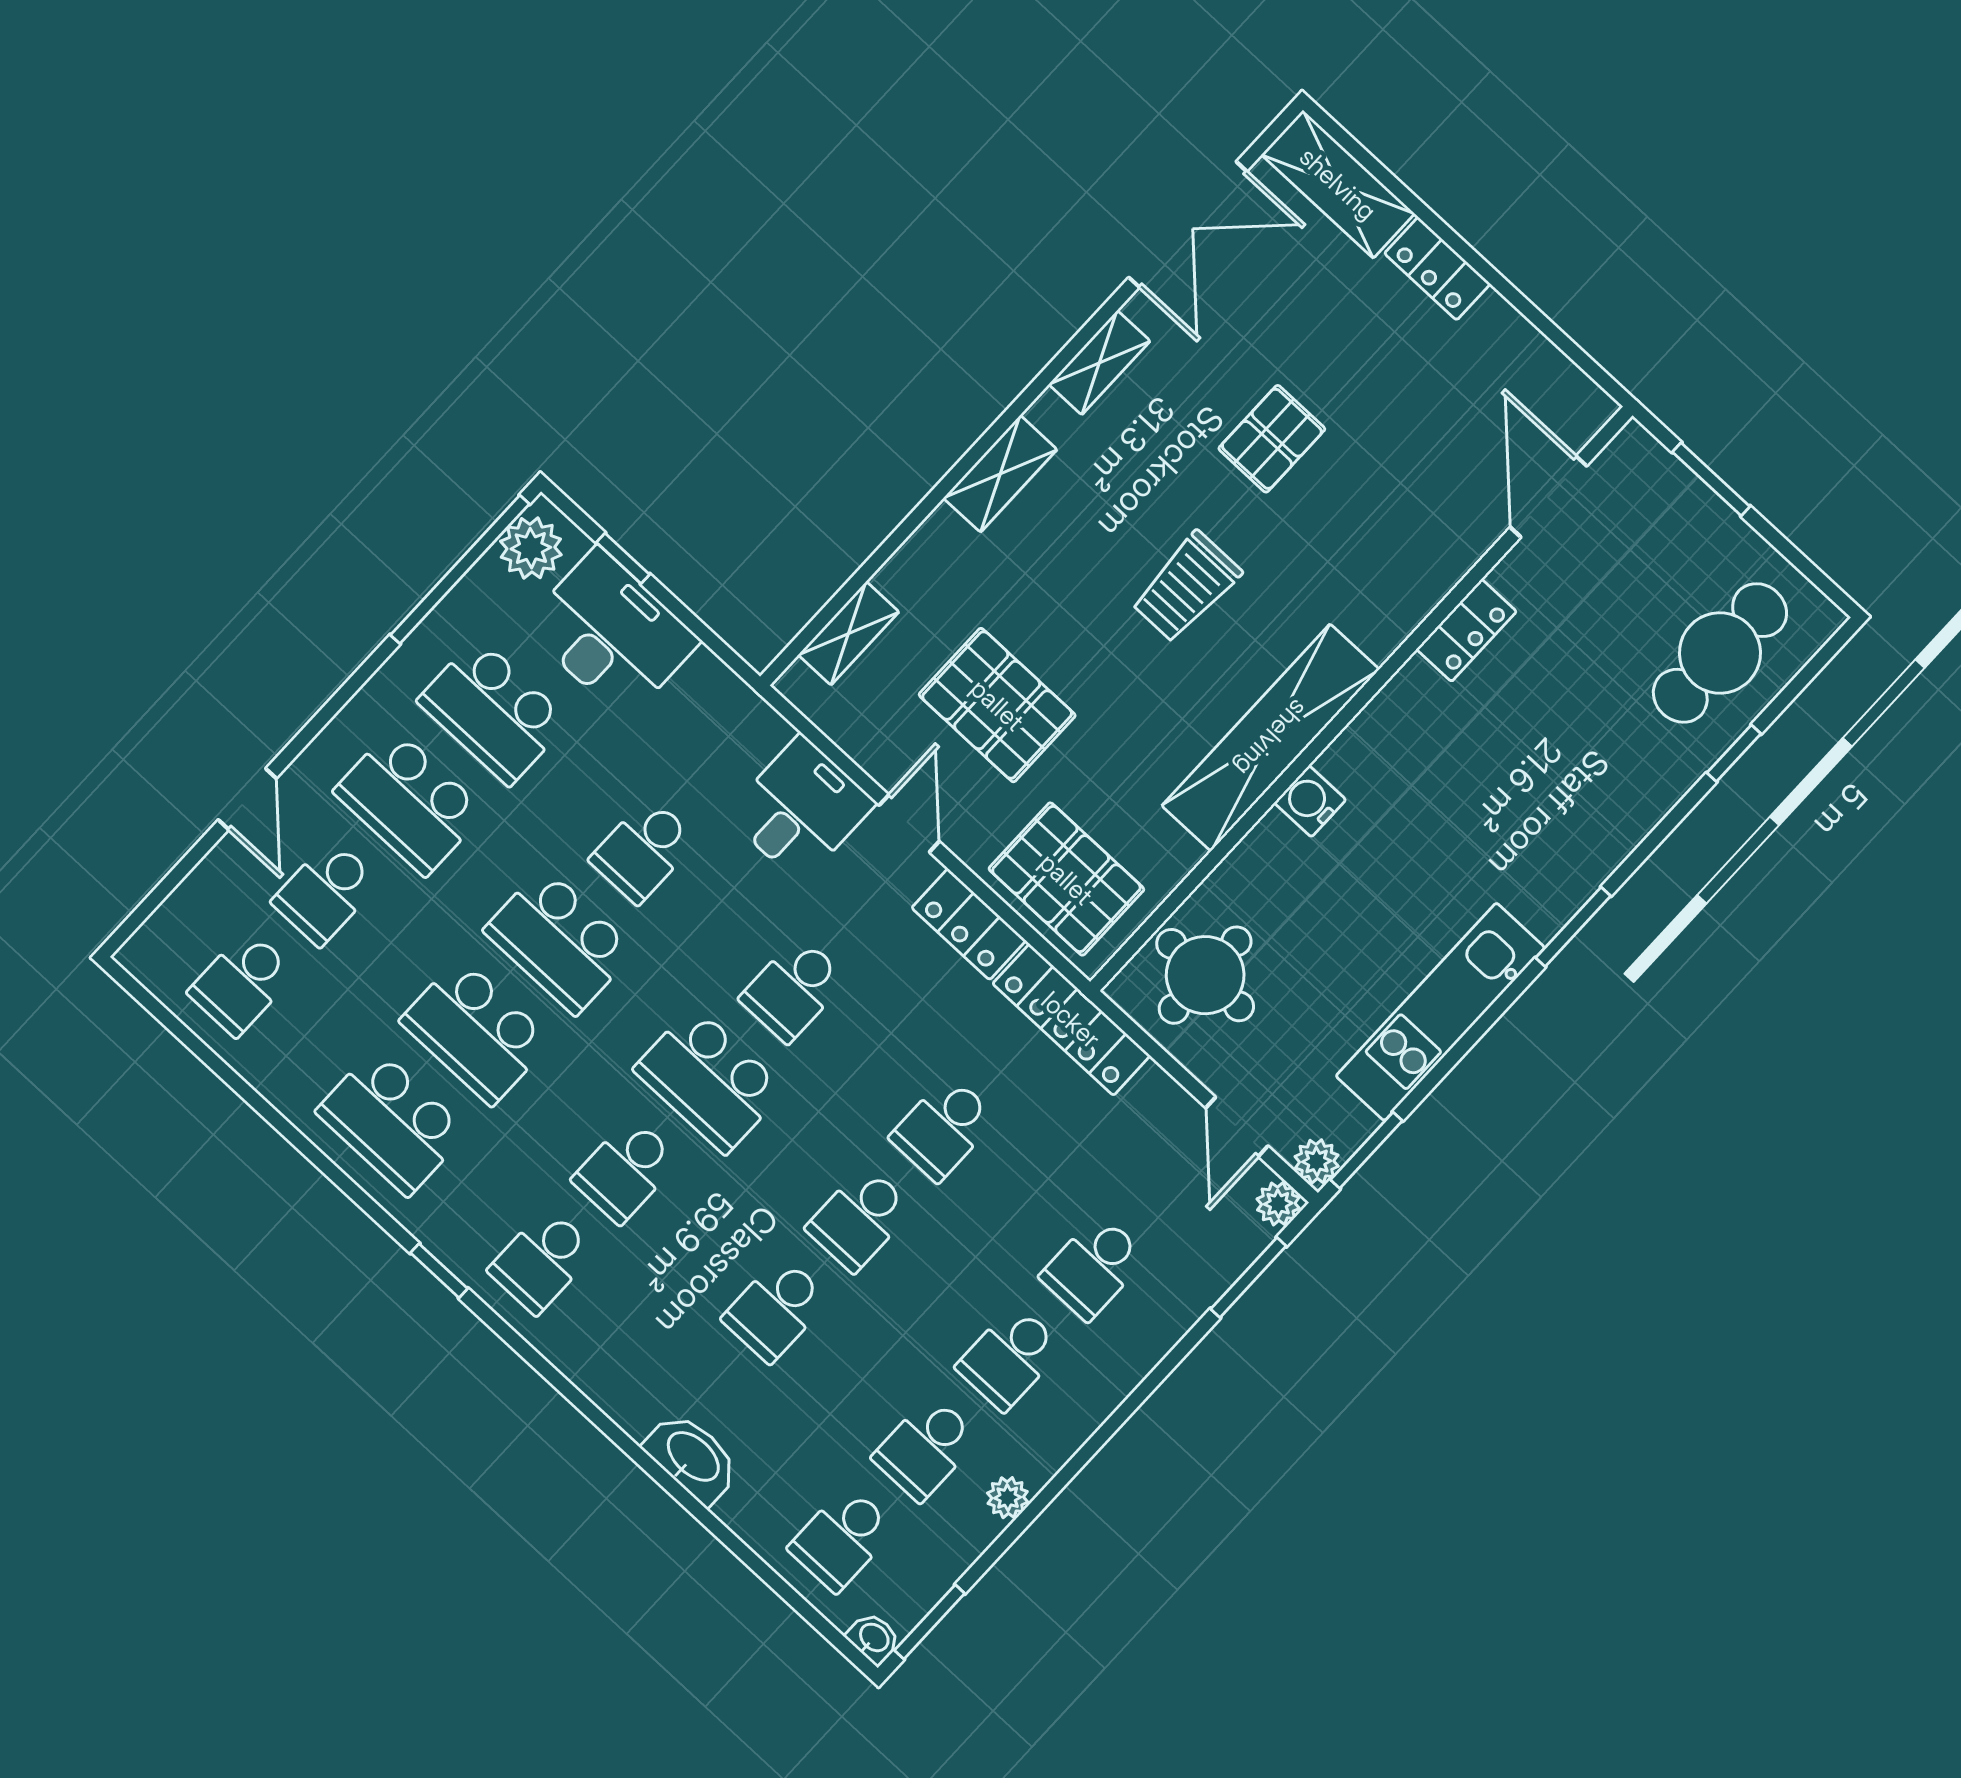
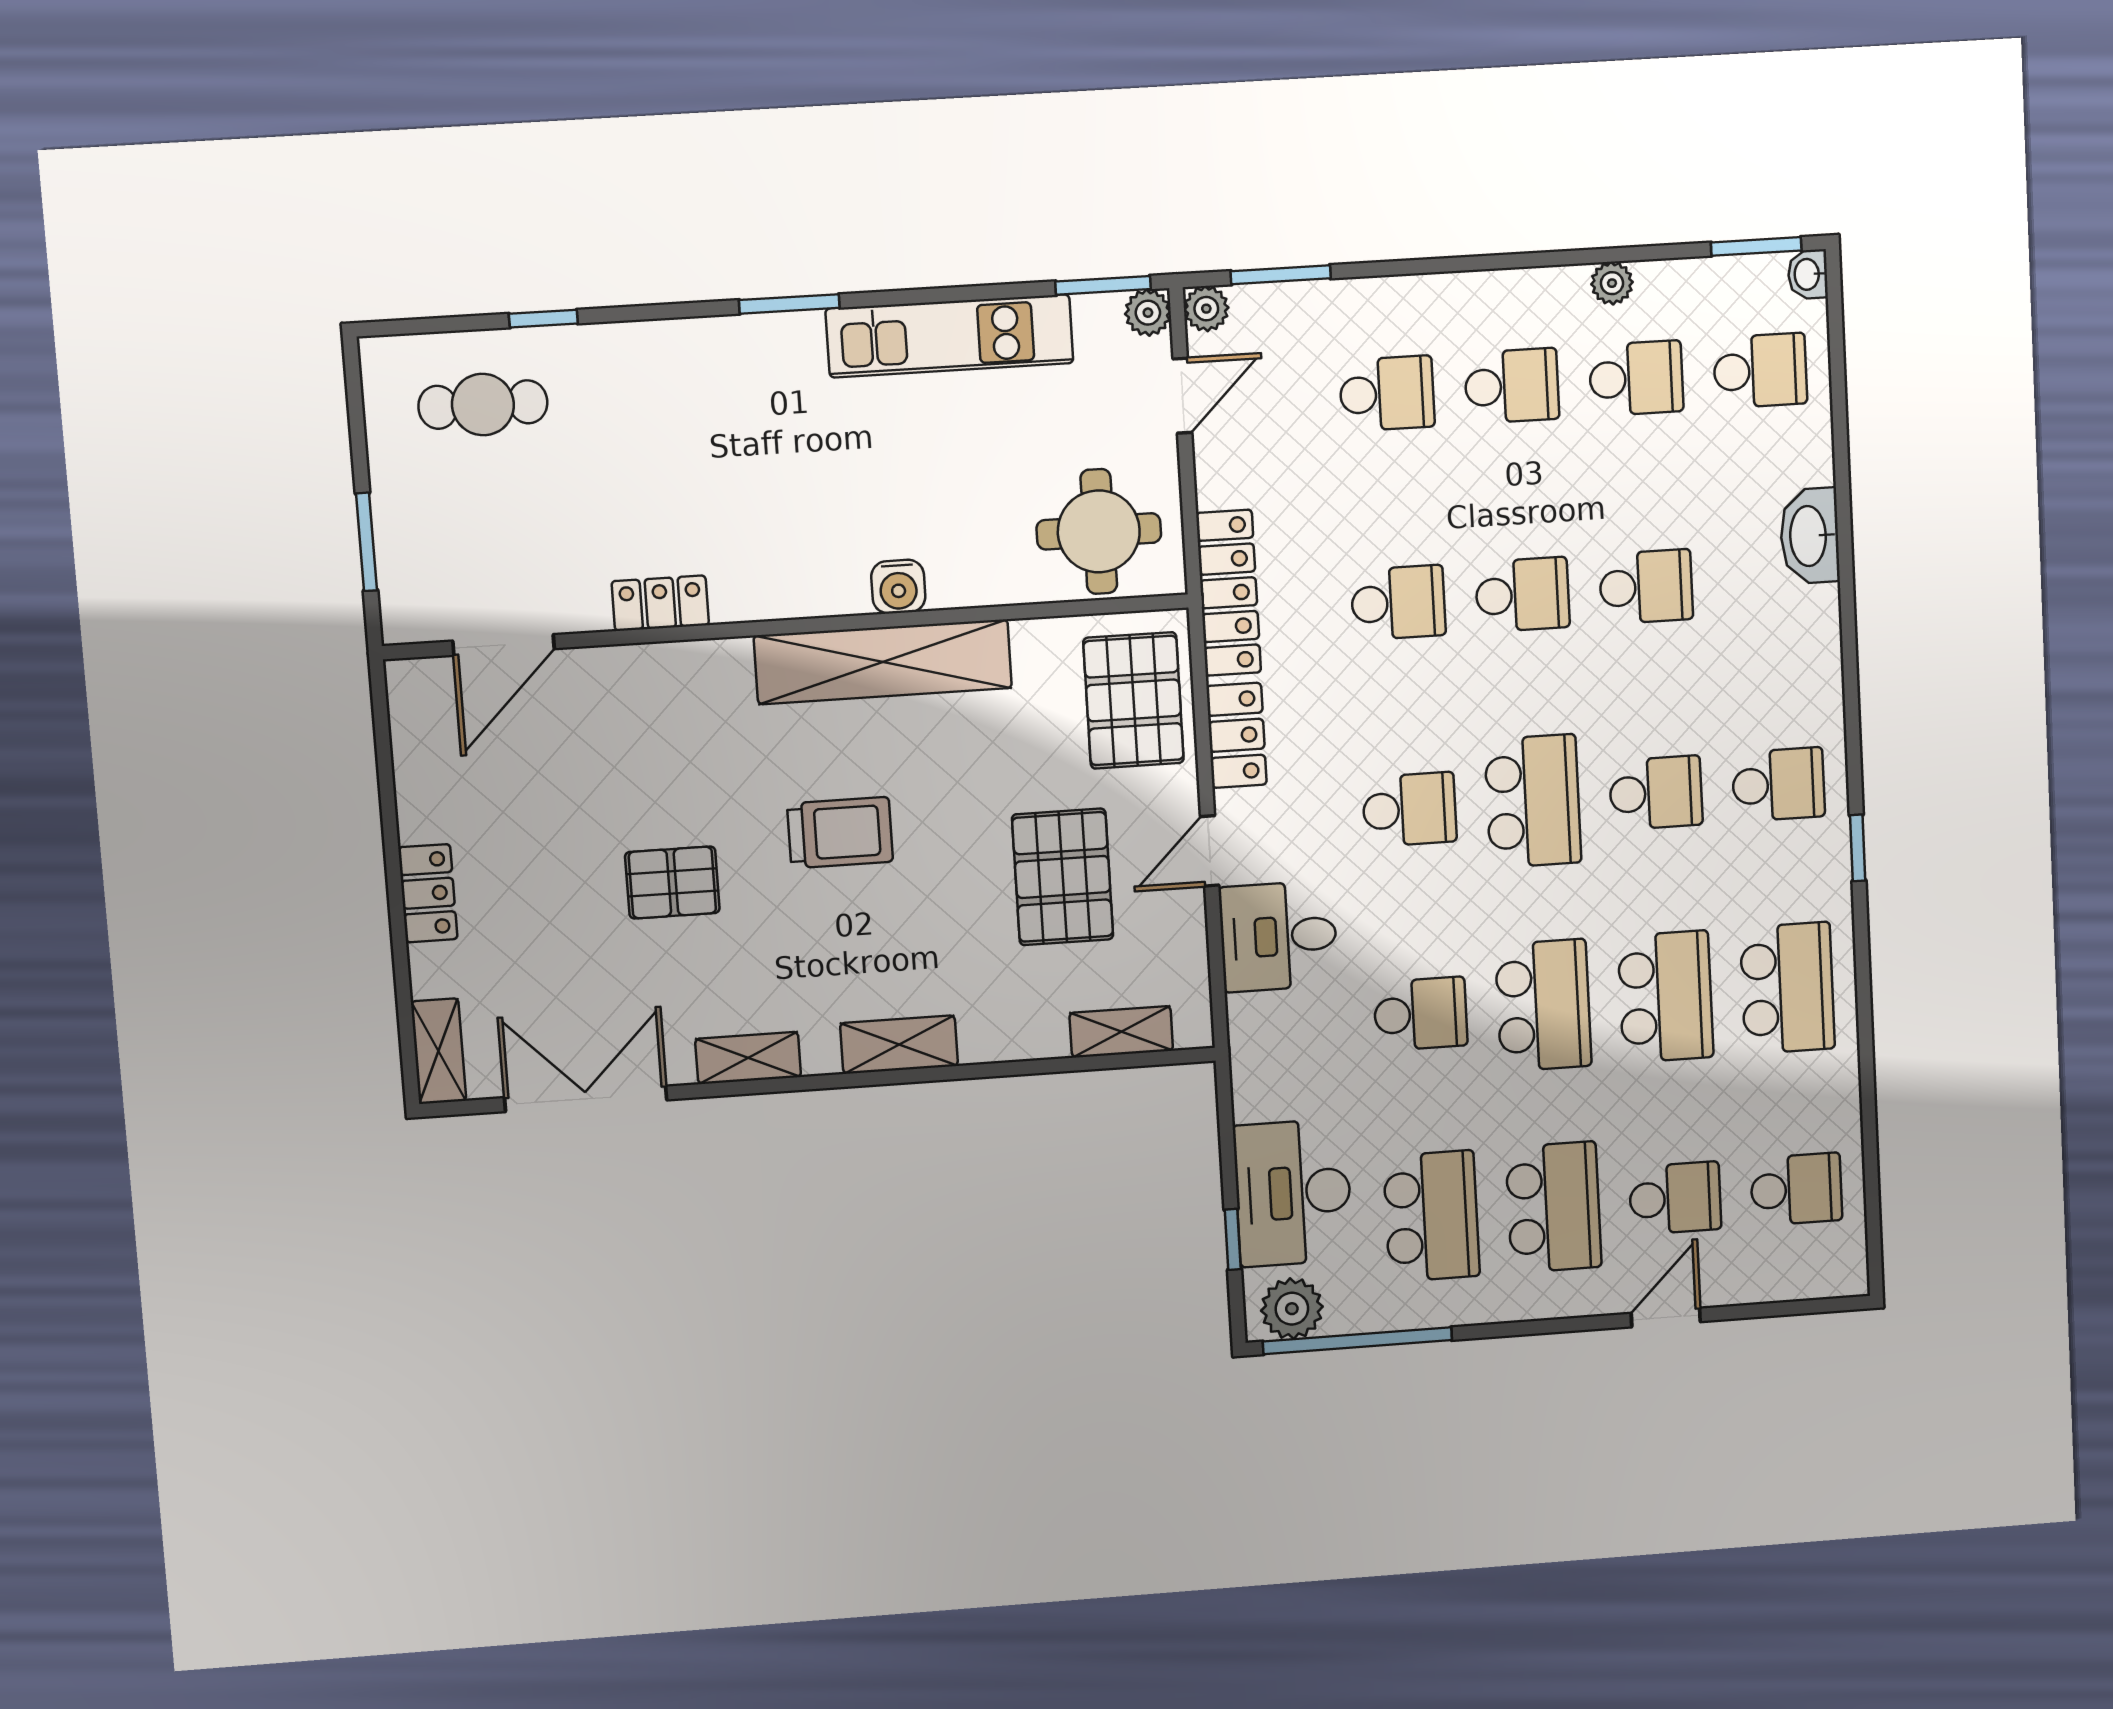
shelving: (1338, 184) -> (439, 1051), width x0.67, depth x0.75
cafe table: (1720, 653) -> (483, 405), width x0.73, depth x0.74

